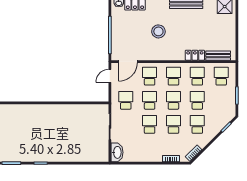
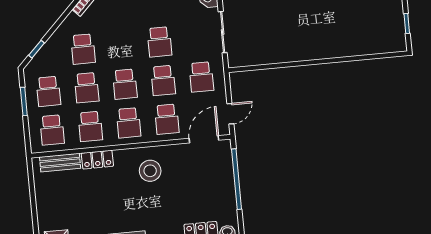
stool: (158, 31) -> (150, 171), moved
school desk: (173, 124) -> (48, 91), moved

